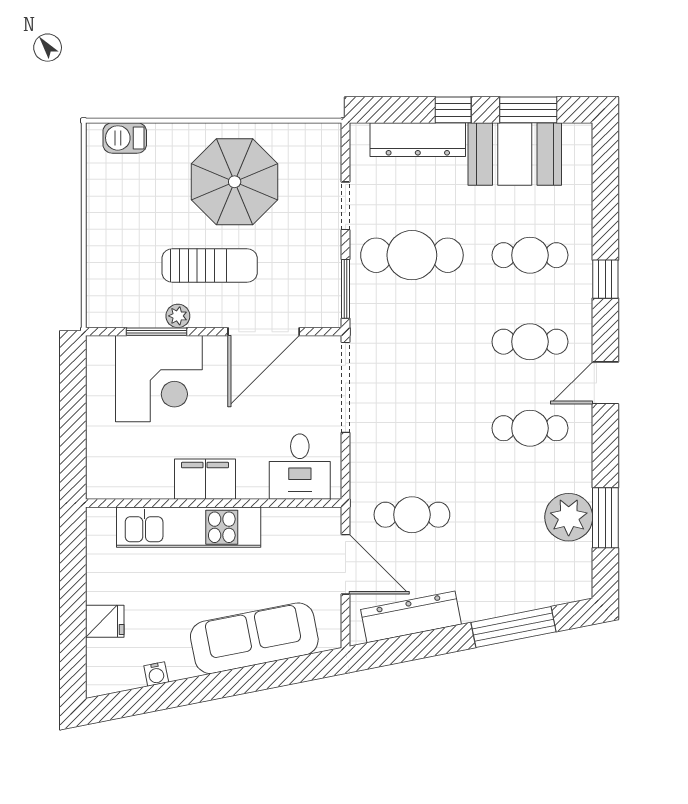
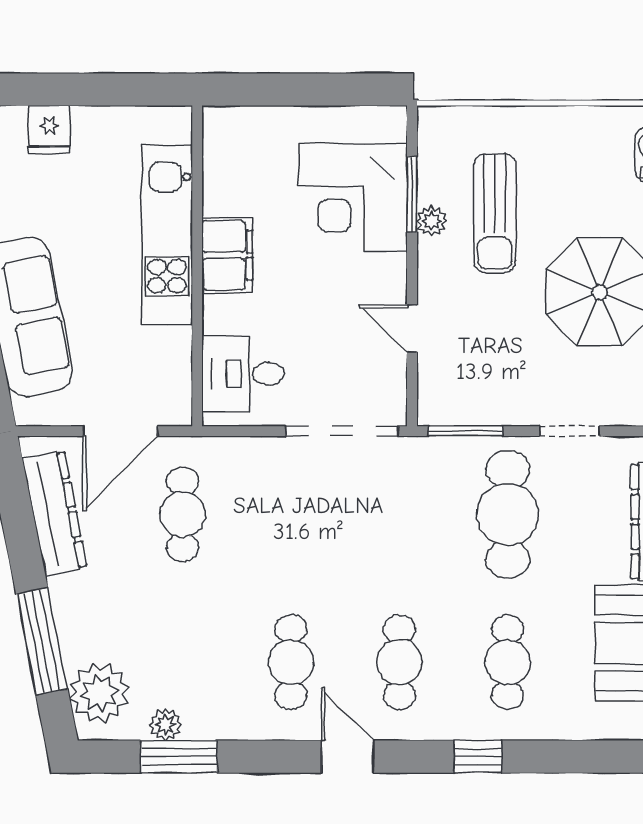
sun lounger: (210, 266) -> (495, 213), moved
door: (264, 332) -> (412, 329), width x0.53
plant: (569, 517) -> (166, 725), width x0.53, depth x0.53
plant: (555, 581) -> (99, 693), added

